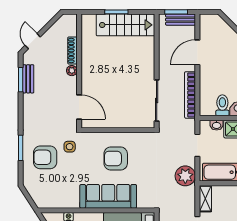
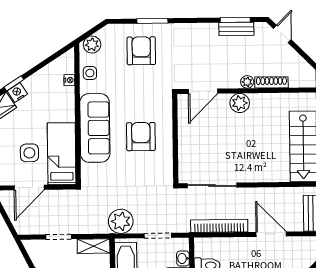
door: (33, 41) -> (282, 34), hinge flipped
plant: (89, 77) -> (240, 103), added
side table: (70, 147) -> (90, 73), moved
plant: (39, 198) -> (92, 45), added

